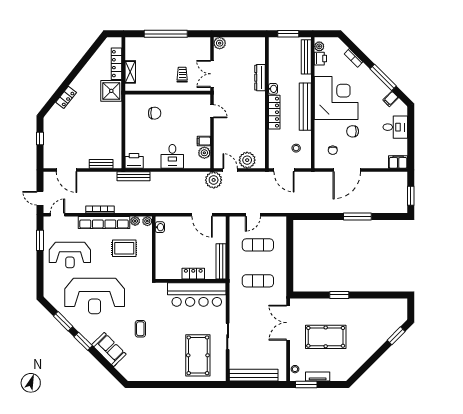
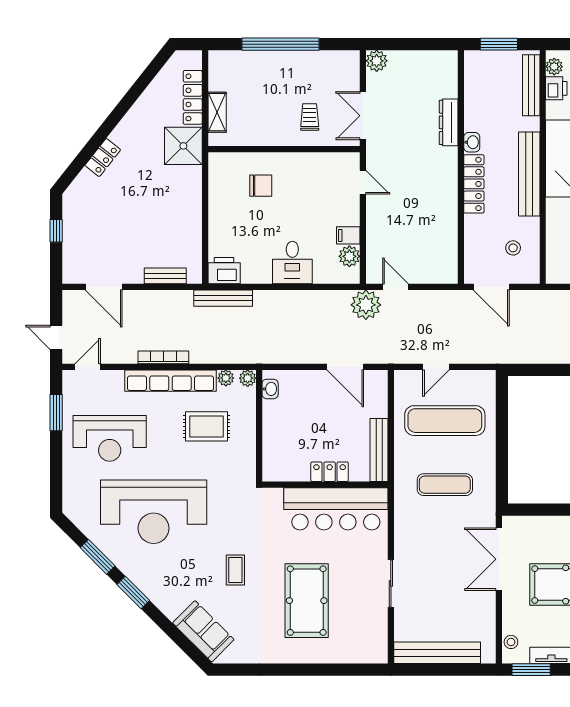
plant: (247, 160) -> (426, 269), removed
exercise mat: (258, 245) -> (445, 421), width x1.36, depth x1.45
sofa: (109, 350) -> (203, 631), moved
pool table: (198, 355) -> (307, 601), moved

